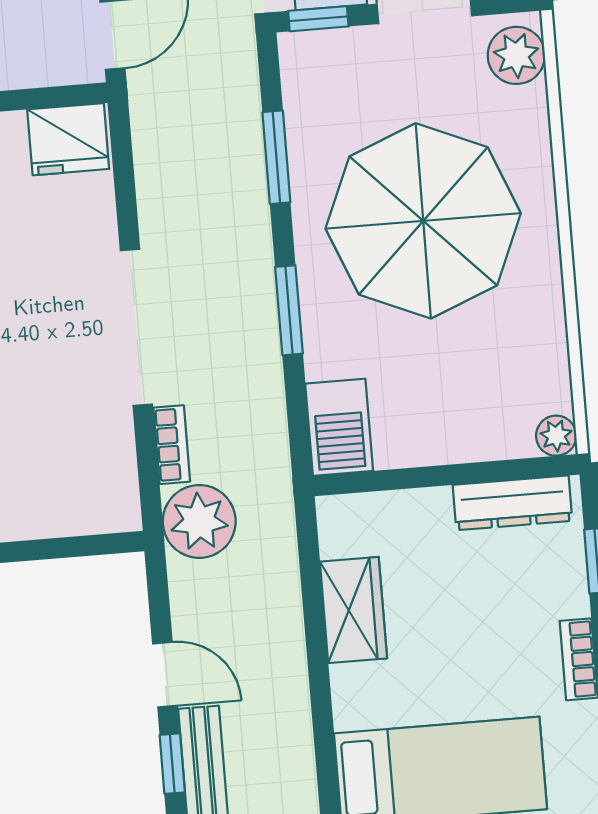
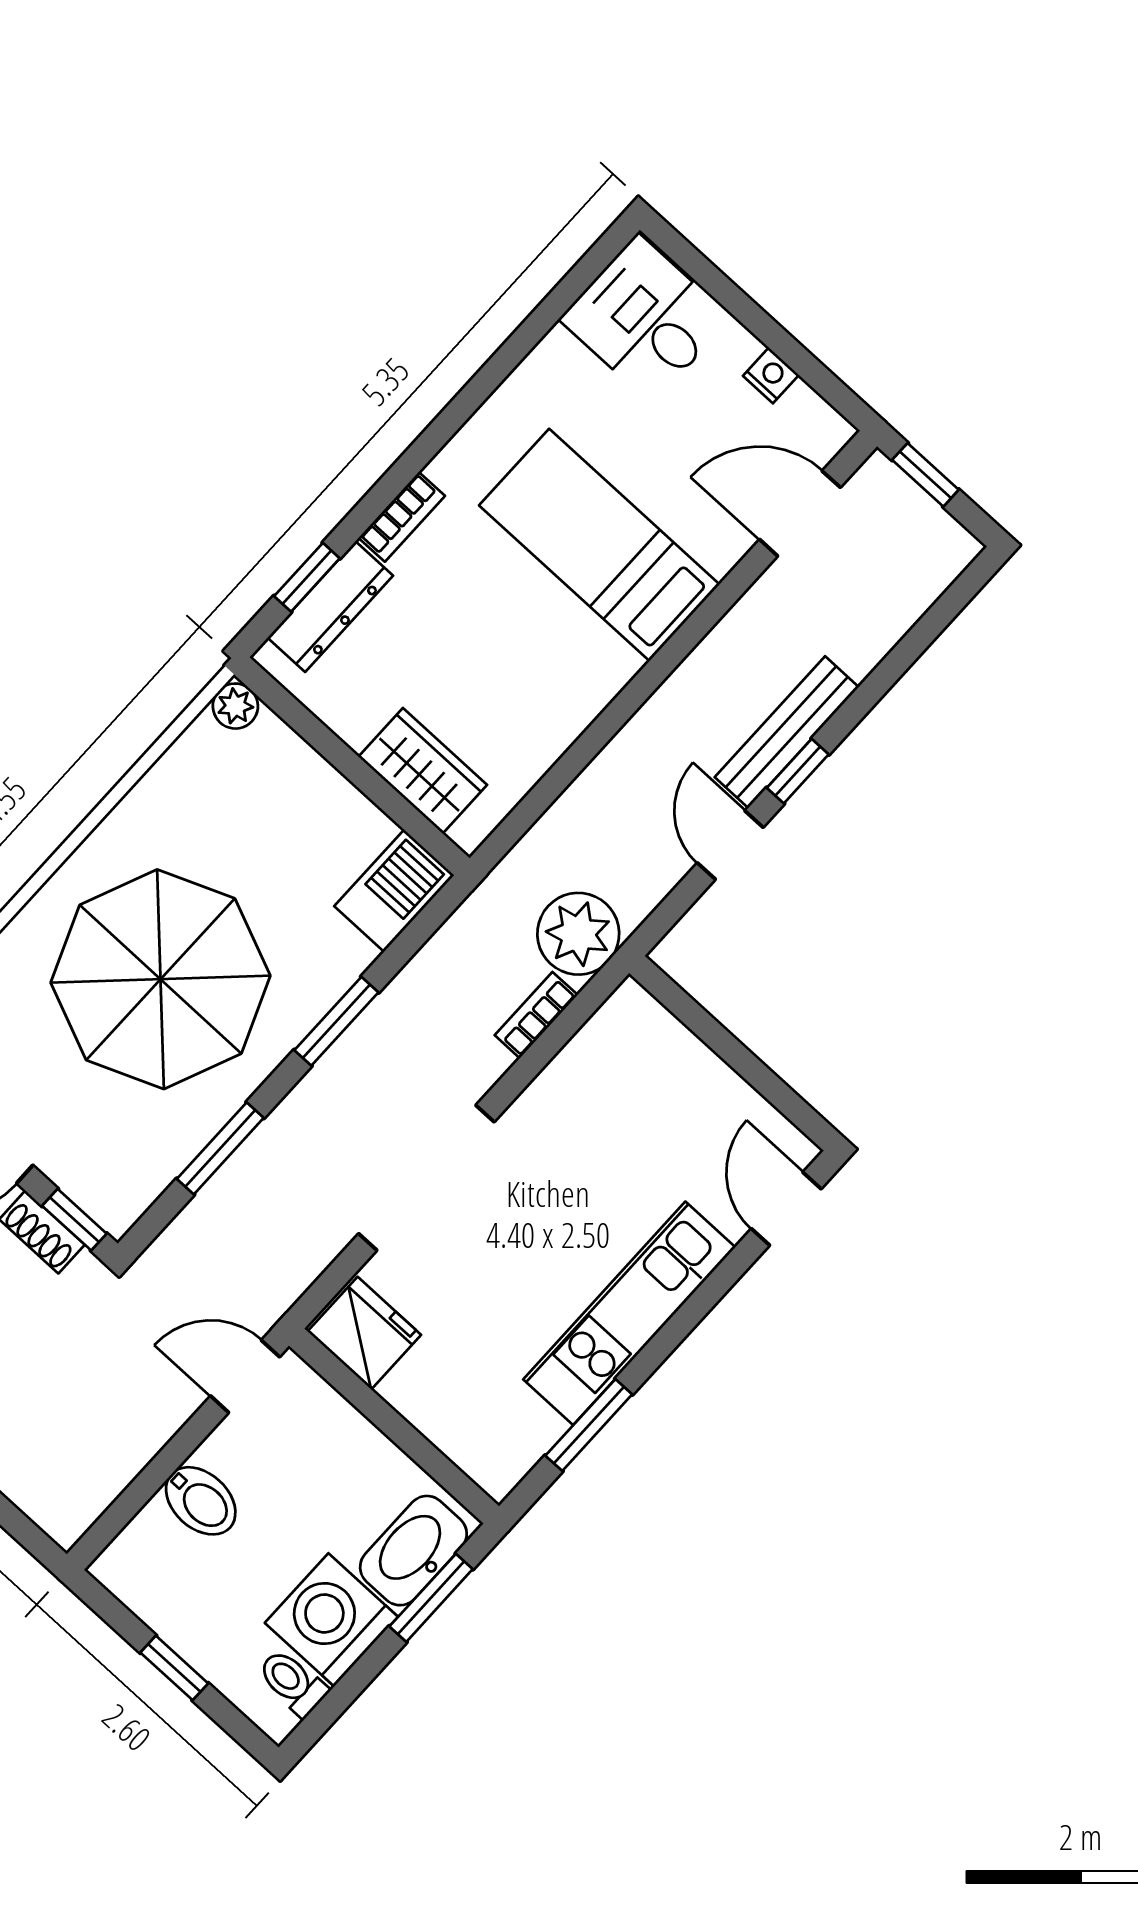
doorway: (136, 327) -> (426, 1178), moved
dresser: (512, 503) -> (330, 607), moved, turned 90
wardrobe: (353, 610) -> (423, 771), moved, turned 90

